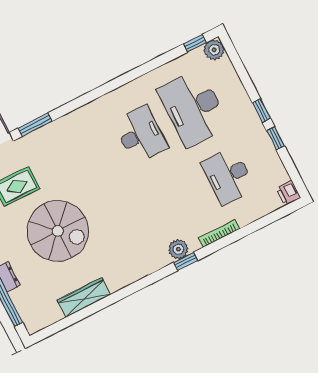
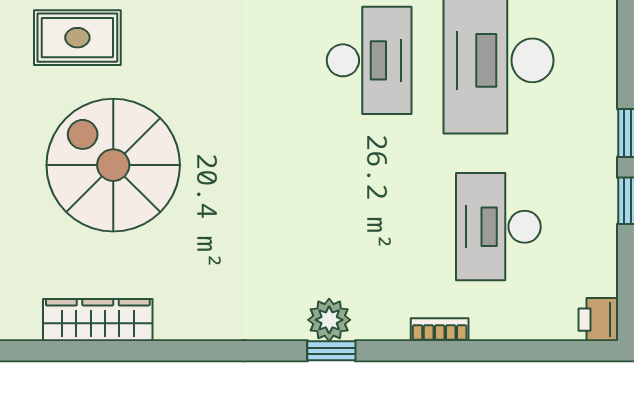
spiral stairs: (58, 231) -> (113, 165), turned 180
bookcase: (219, 234) -> (440, 330), width x0.64

